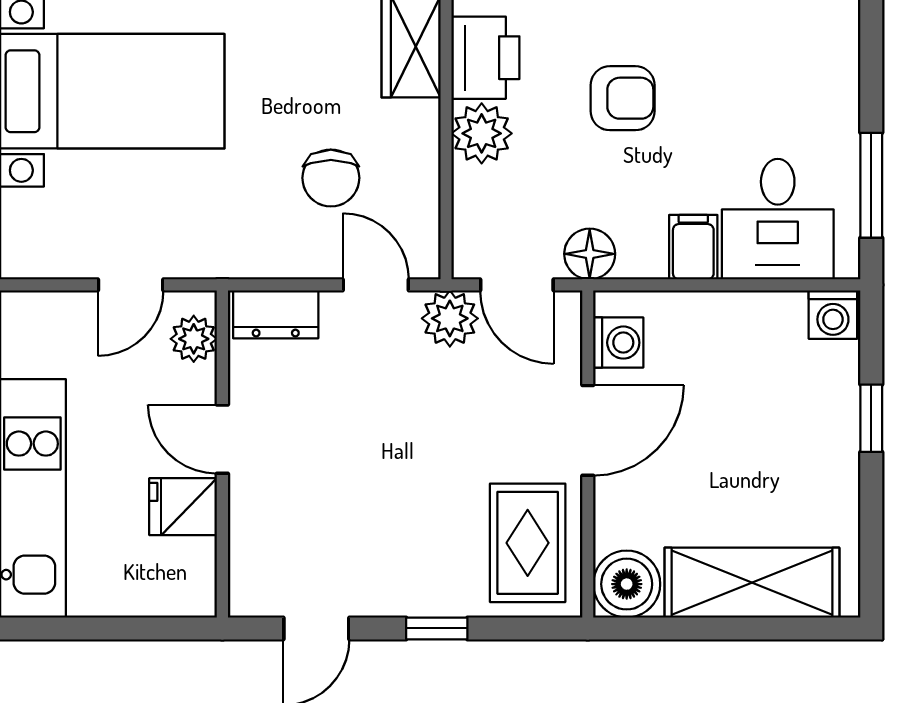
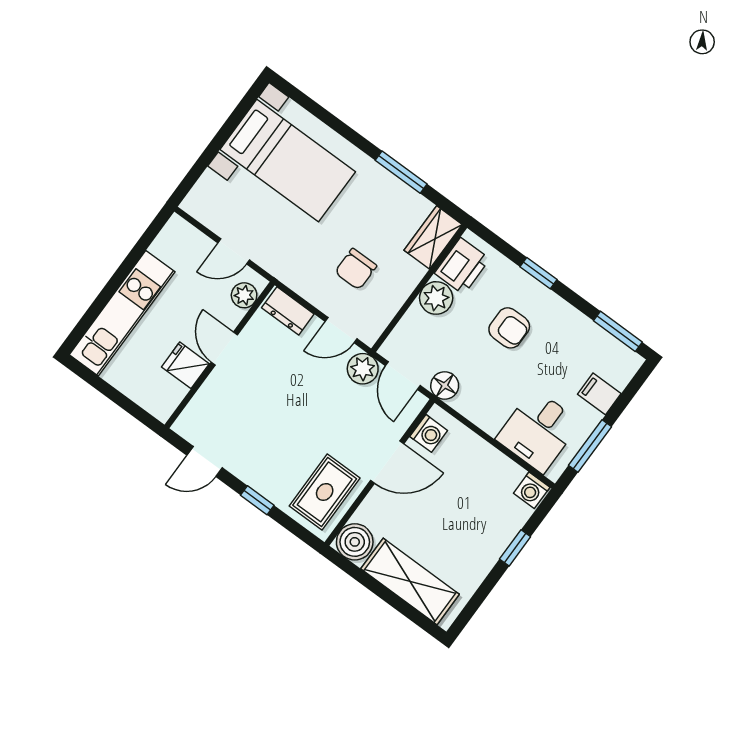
filing cabinet: (693, 247) -> (599, 394), moved, turned -90
door: (376, 285) -> (341, 330), swing flipped

